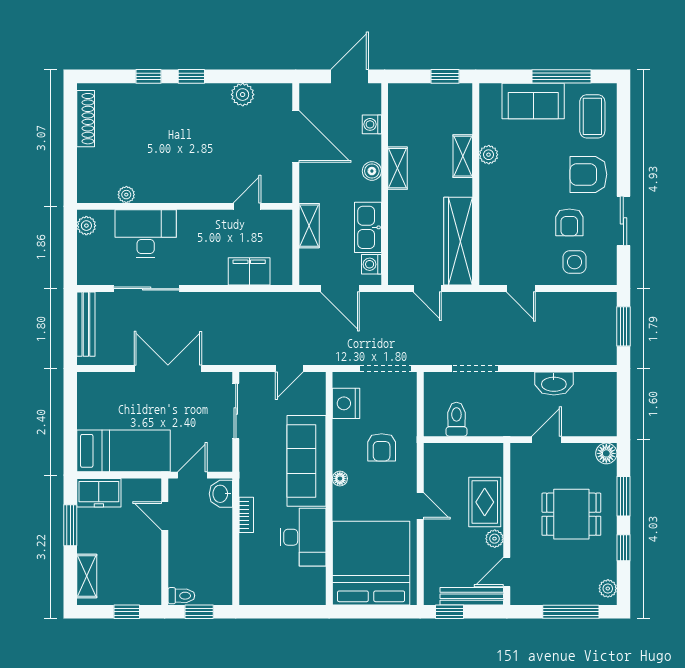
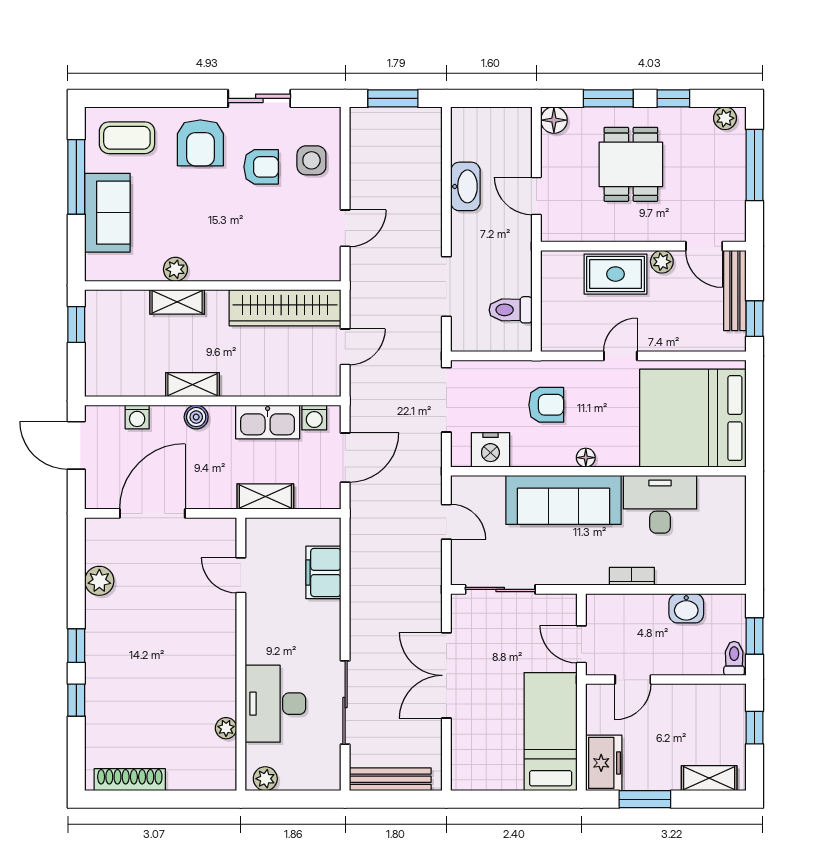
washbasin: (221, 494) -> (686, 608), moved

